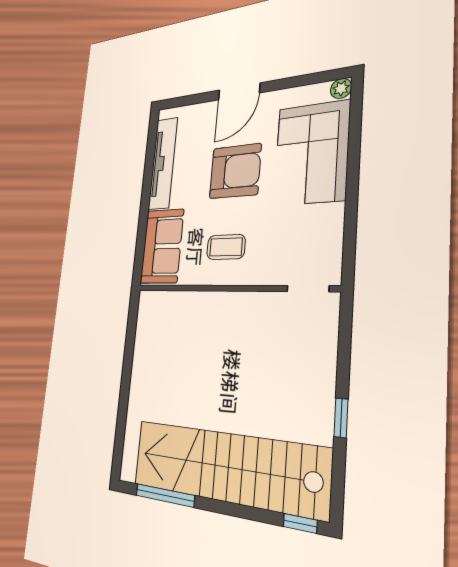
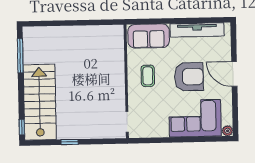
armchair: (235, 171) -> (189, 77), turned -90
stairs: (227, 467) -> (40, 102), width x0.73

